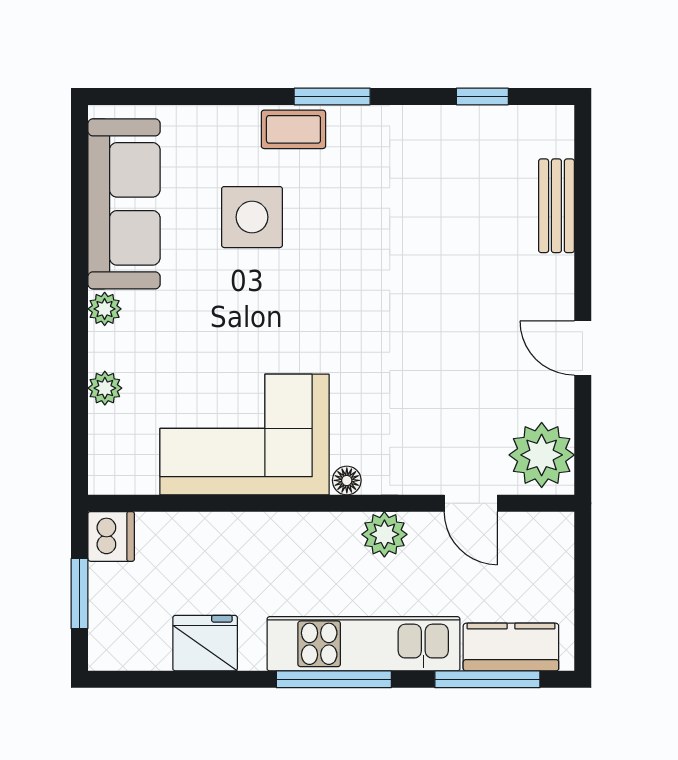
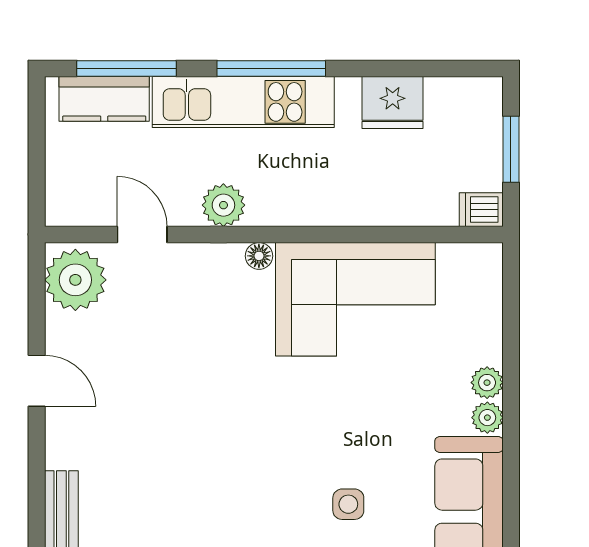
side table: (252, 217) -> (348, 504), width x0.54, depth x0.54
plant: (105, 388) -> (487, 383), moved
dishwasher: (111, 536) -> (481, 210), width x0.73

